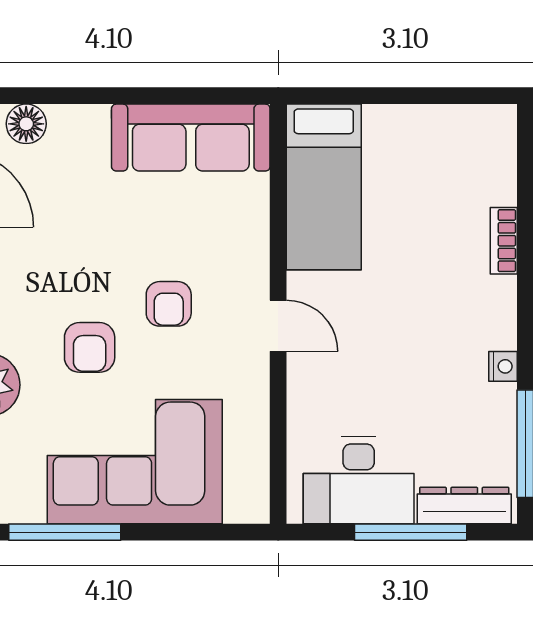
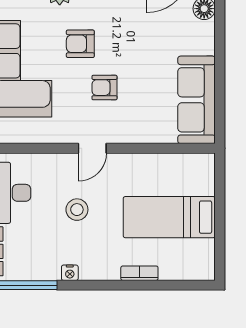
bed: (324, 187) -> (169, 217), moved
stool: (389, 353) -> (77, 210), added

